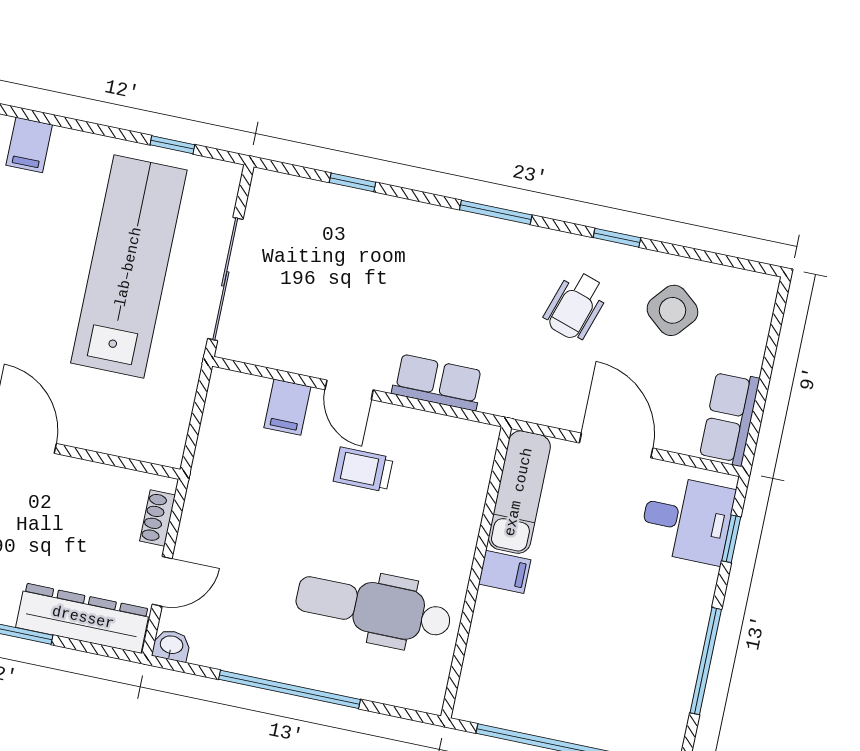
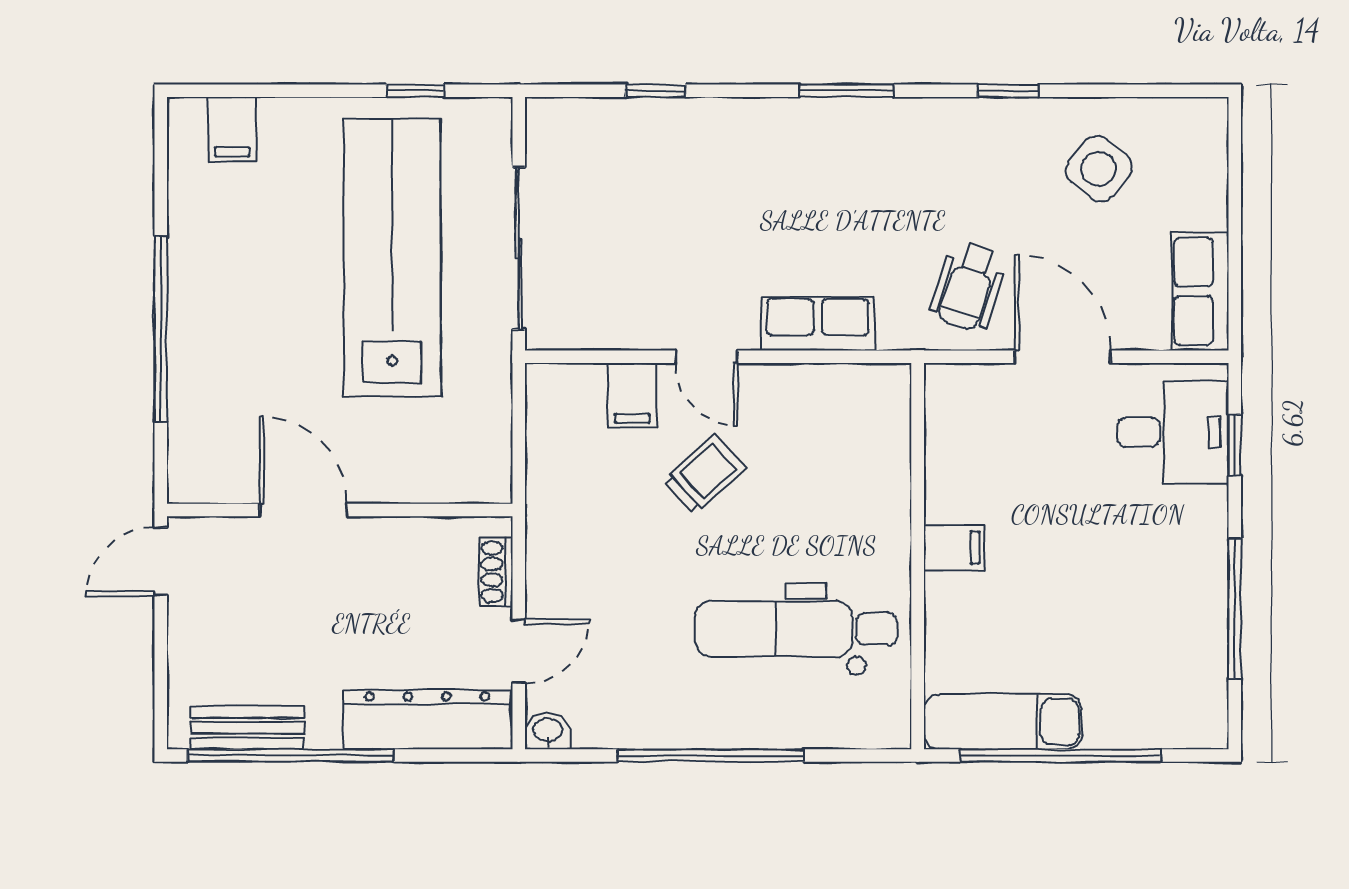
wheelchair: (576, 306) -> (968, 286), moved
trolley: (363, 470) -> (705, 474), moved, turned 138
exam couch: (519, 492) -> (1003, 722), moved, turned -90

